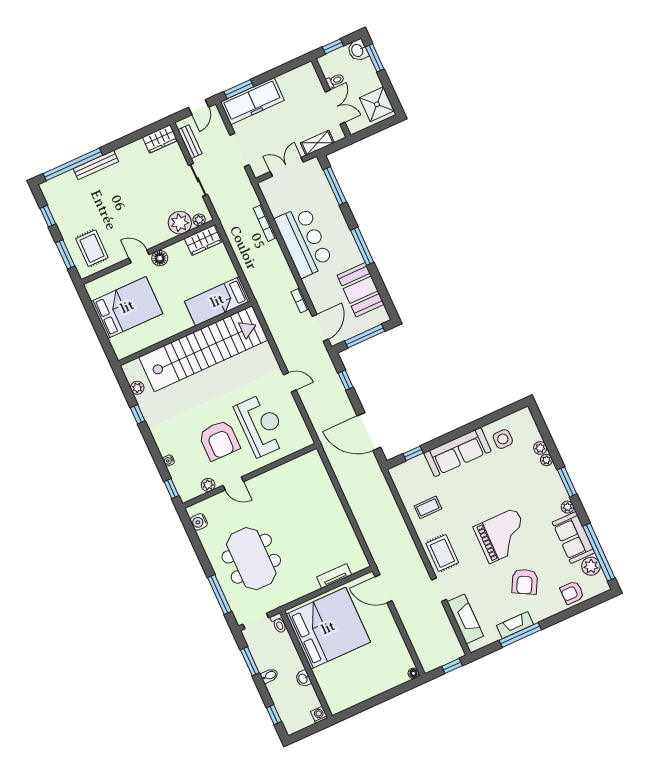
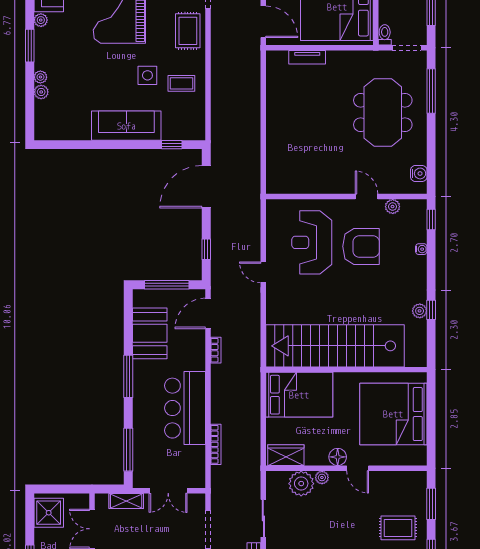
plant: (199, 220) -> (322, 477), moved
rug: (92, 248) -> (398, 528), moved, turned 90
bed: (217, 301) -> (299, 395), width x1.50
bed: (127, 307) -> (393, 414), width x1.36
plant: (137, 388) -> (420, 311), moved
door: (369, 432) -> (206, 187), swing flipped
side table: (503, 439) -> (147, 75), moved
armchair: (219, 440) -> (361, 246), turned 90

